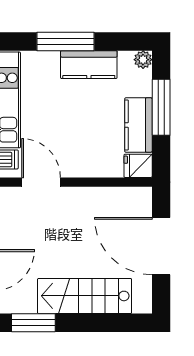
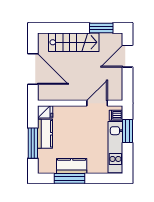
window: (65, 41) -> (70, 178), moved
plant: (143, 60) -> (43, 169), removed
door: (41, 182) -> (97, 103), swing flipped

